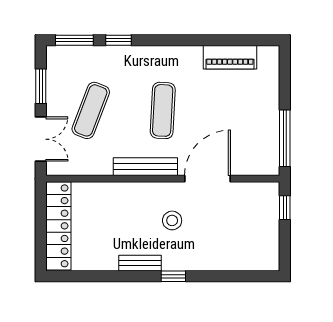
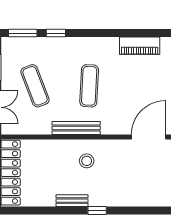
exercise mat: (91, 110) -> (35, 86), turned -42
door: (207, 179) -> (149, 137), moved
stool: (172, 220) -> (87, 161), moved

